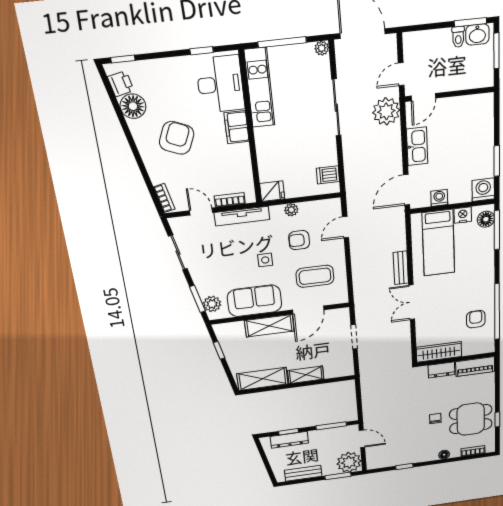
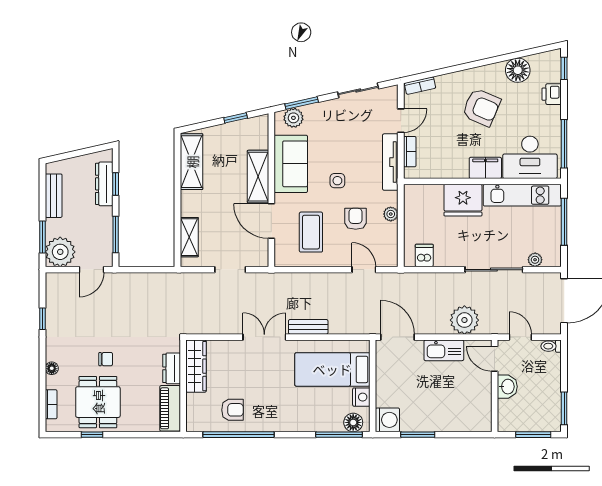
washbasin: (477, 35) -> (507, 387), moved, turned 180
toilet: (458, 37) -> (551, 346), moved
plant: (322, 48) -> (535, 260), moved
window: (202, 51) -> (564, 144), width x2.17
printer: (121, 84) -> (552, 94), moved, turned 103
plant: (386, 111) -> (464, 320), moved
fridge: (272, 191) -> (463, 200), moved, width x1.88, depth x1.34
washing machine: (439, 198) -> (384, 372), removed
shelving: (306, 375) -> (189, 237), moved

